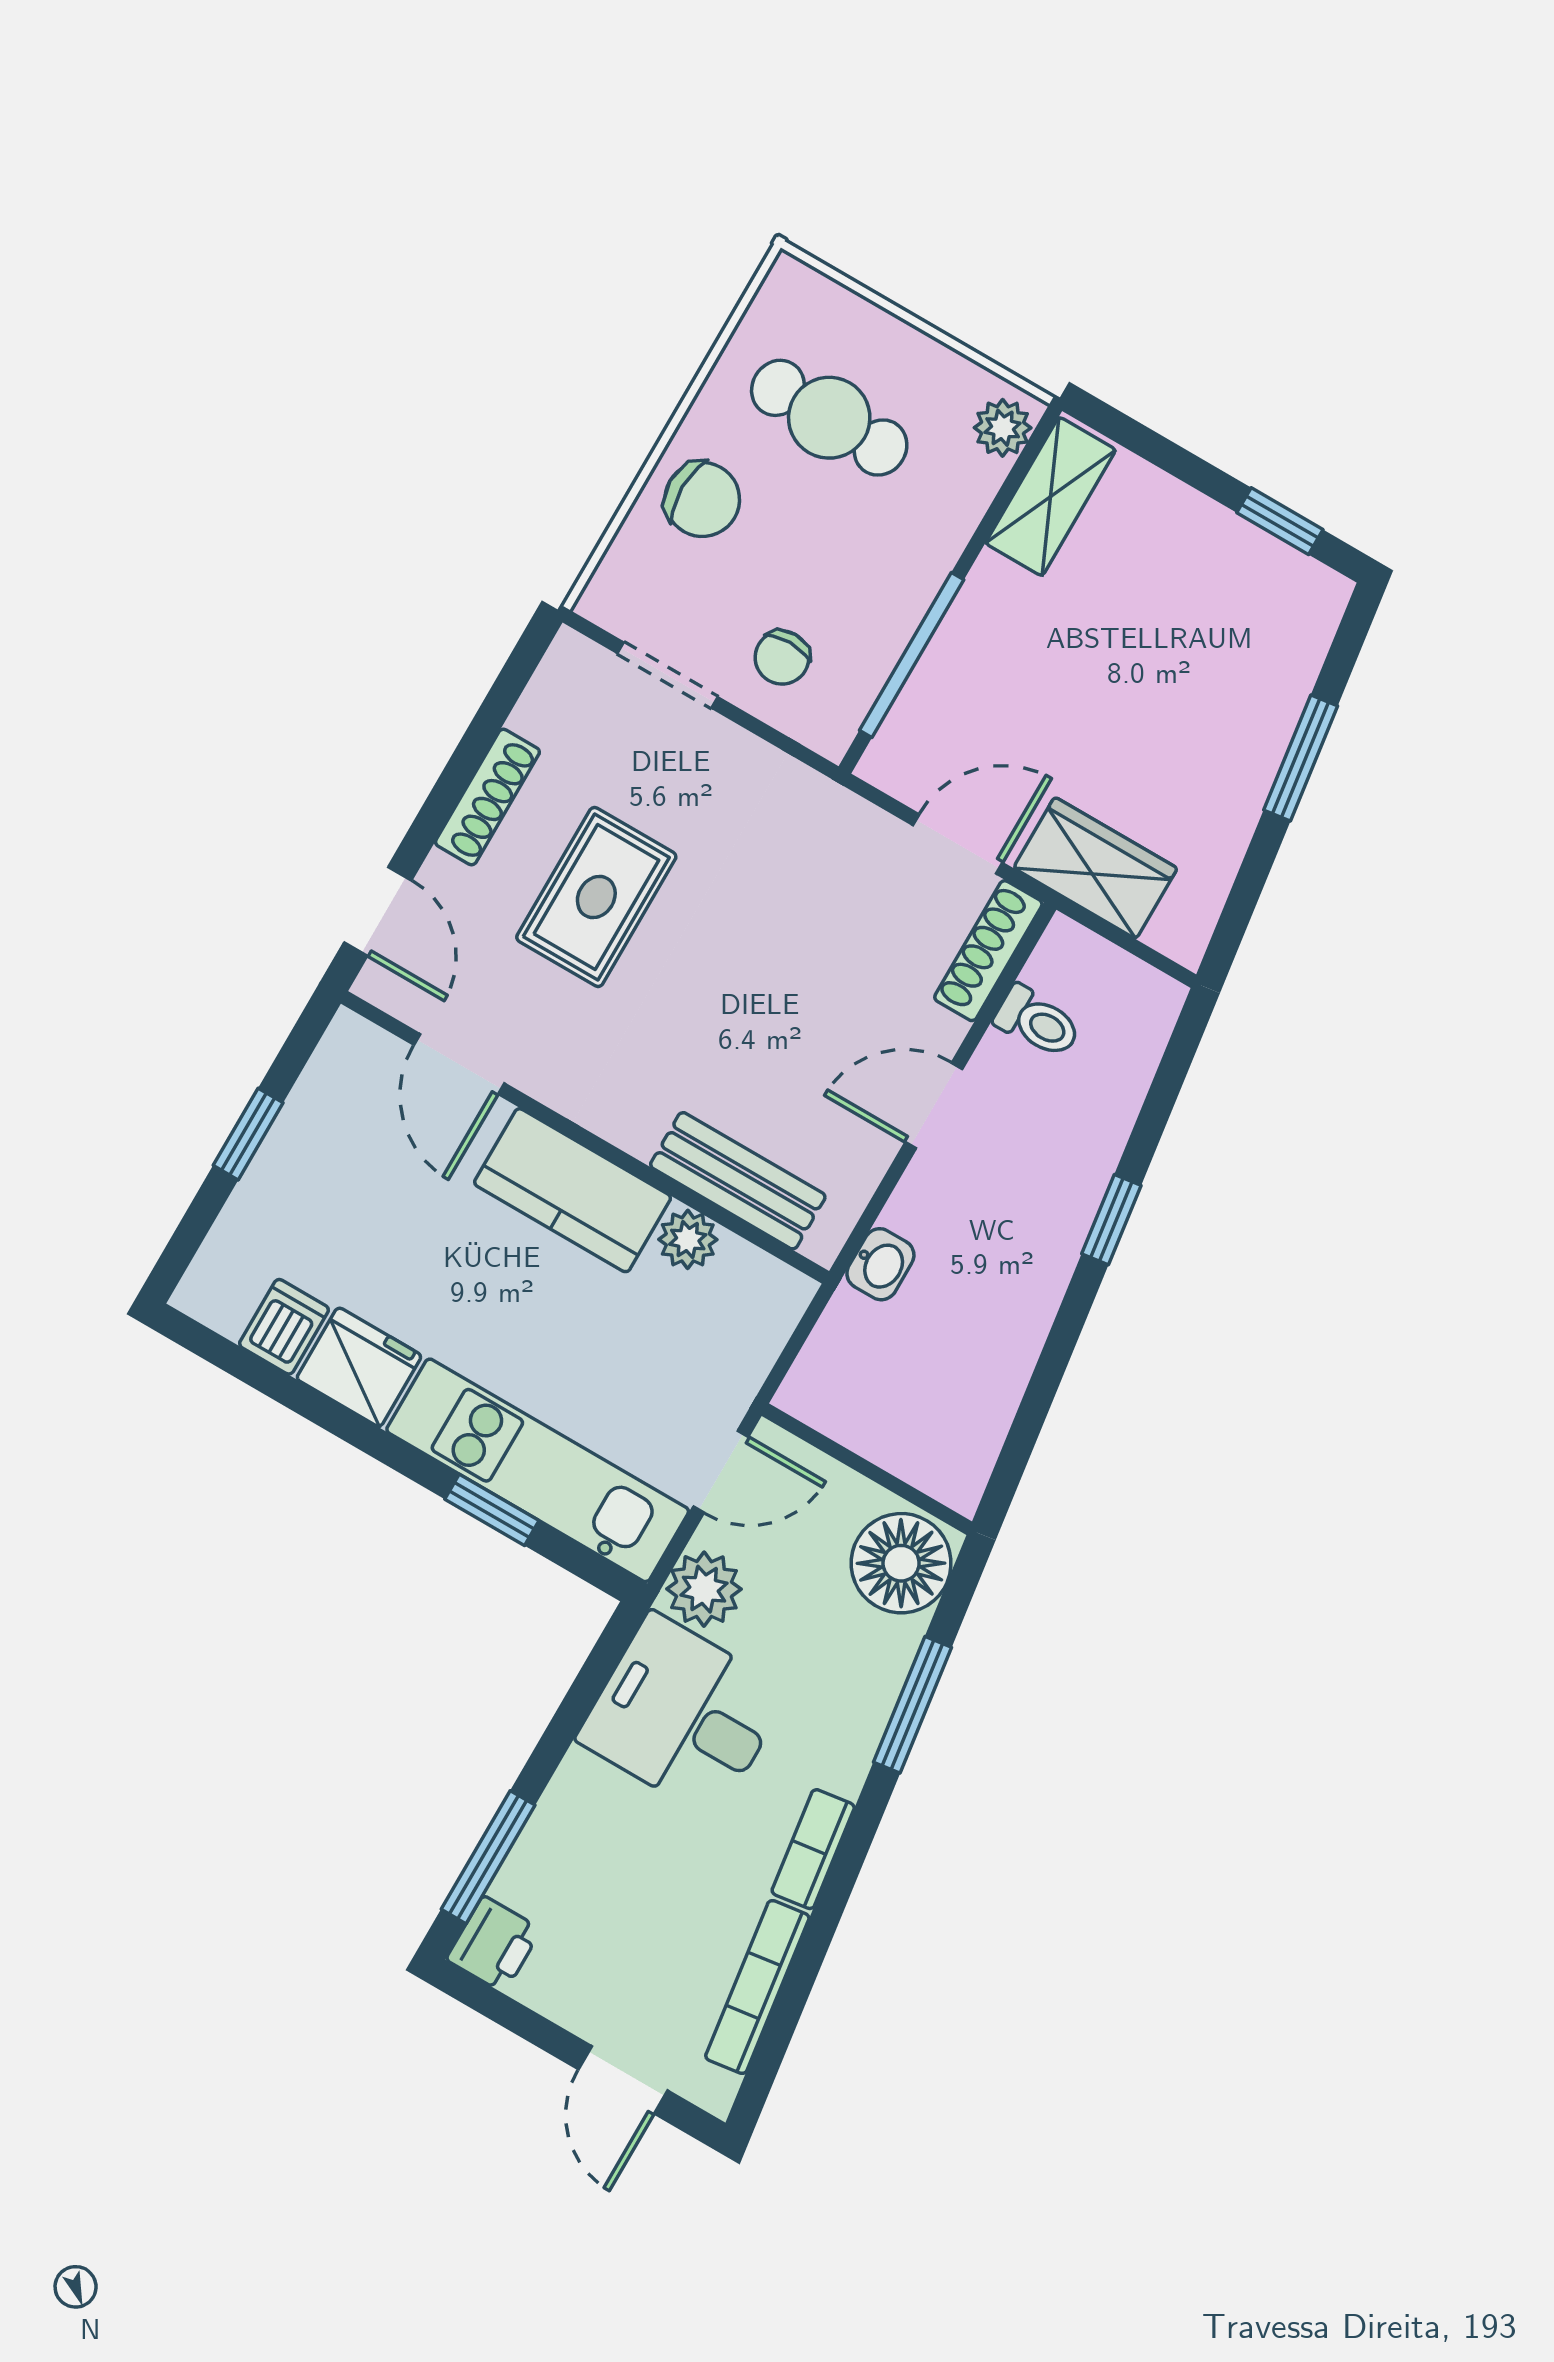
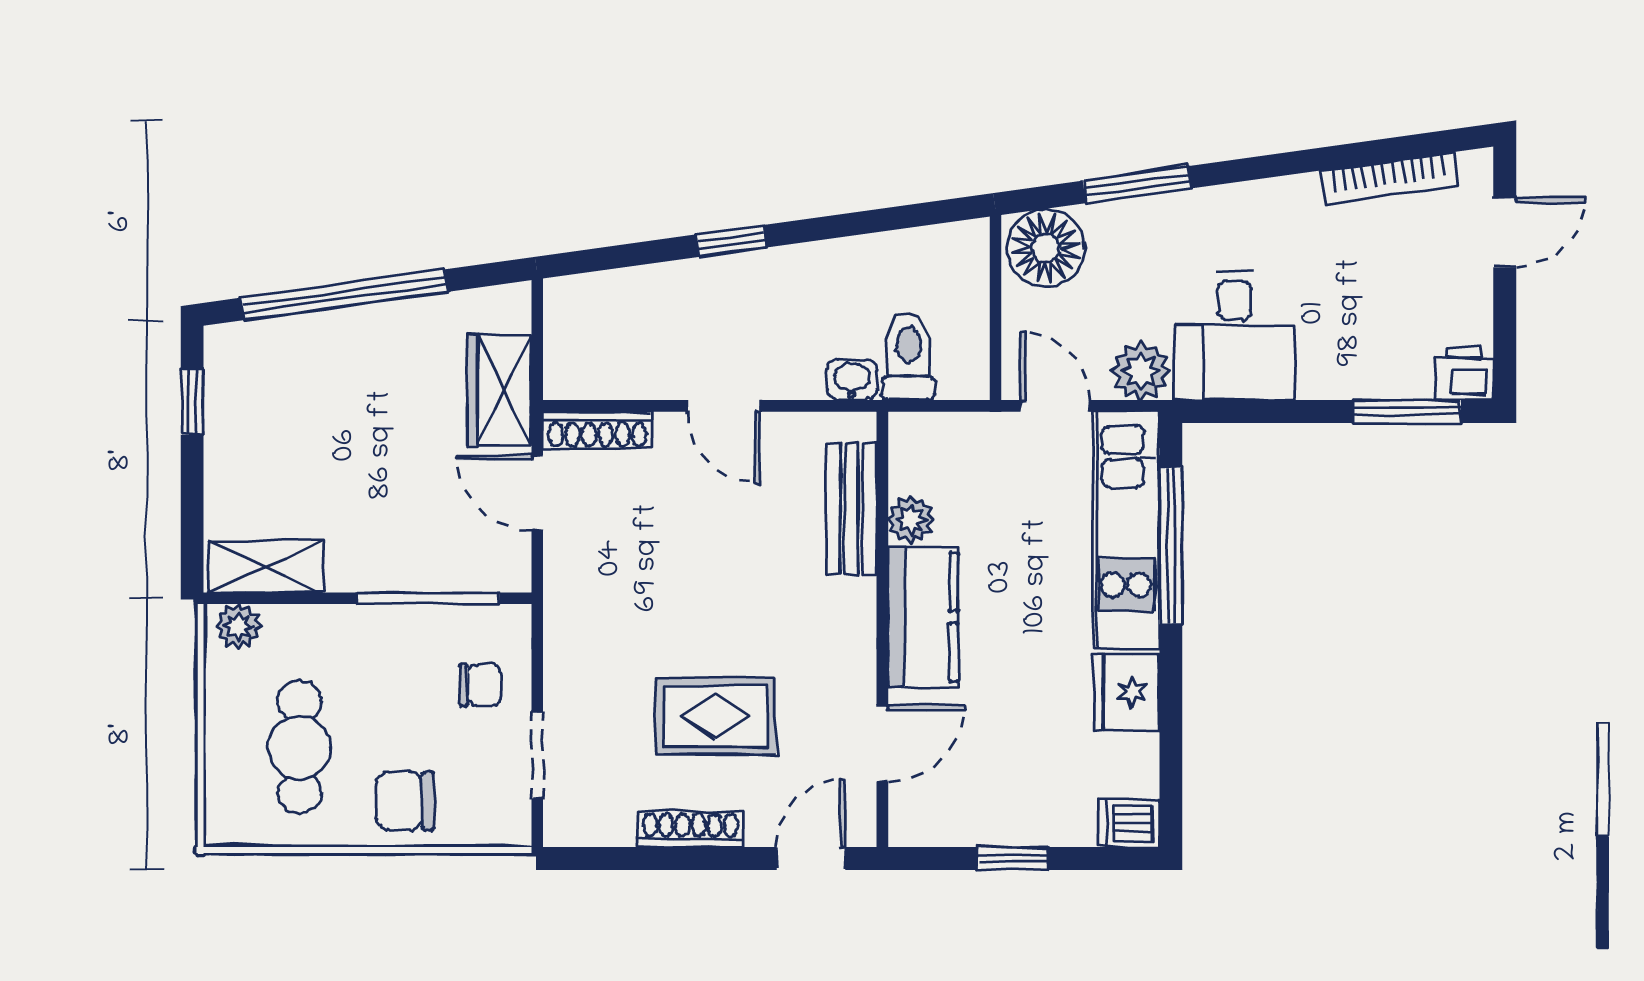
chair: (702, 499) -> (405, 801), turned -90
window: (1301, 758) -> (344, 295), width x2.11
toilet: (1038, 1022) -> (908, 357), moved, width x1.37, depth x1.39
dishwasher: (284, 1327) -> (1129, 823), moved
window: (492, 1510) -> (1171, 546), width x2.17
bookcase: (813, 1849) -> (1274, 195), removed

